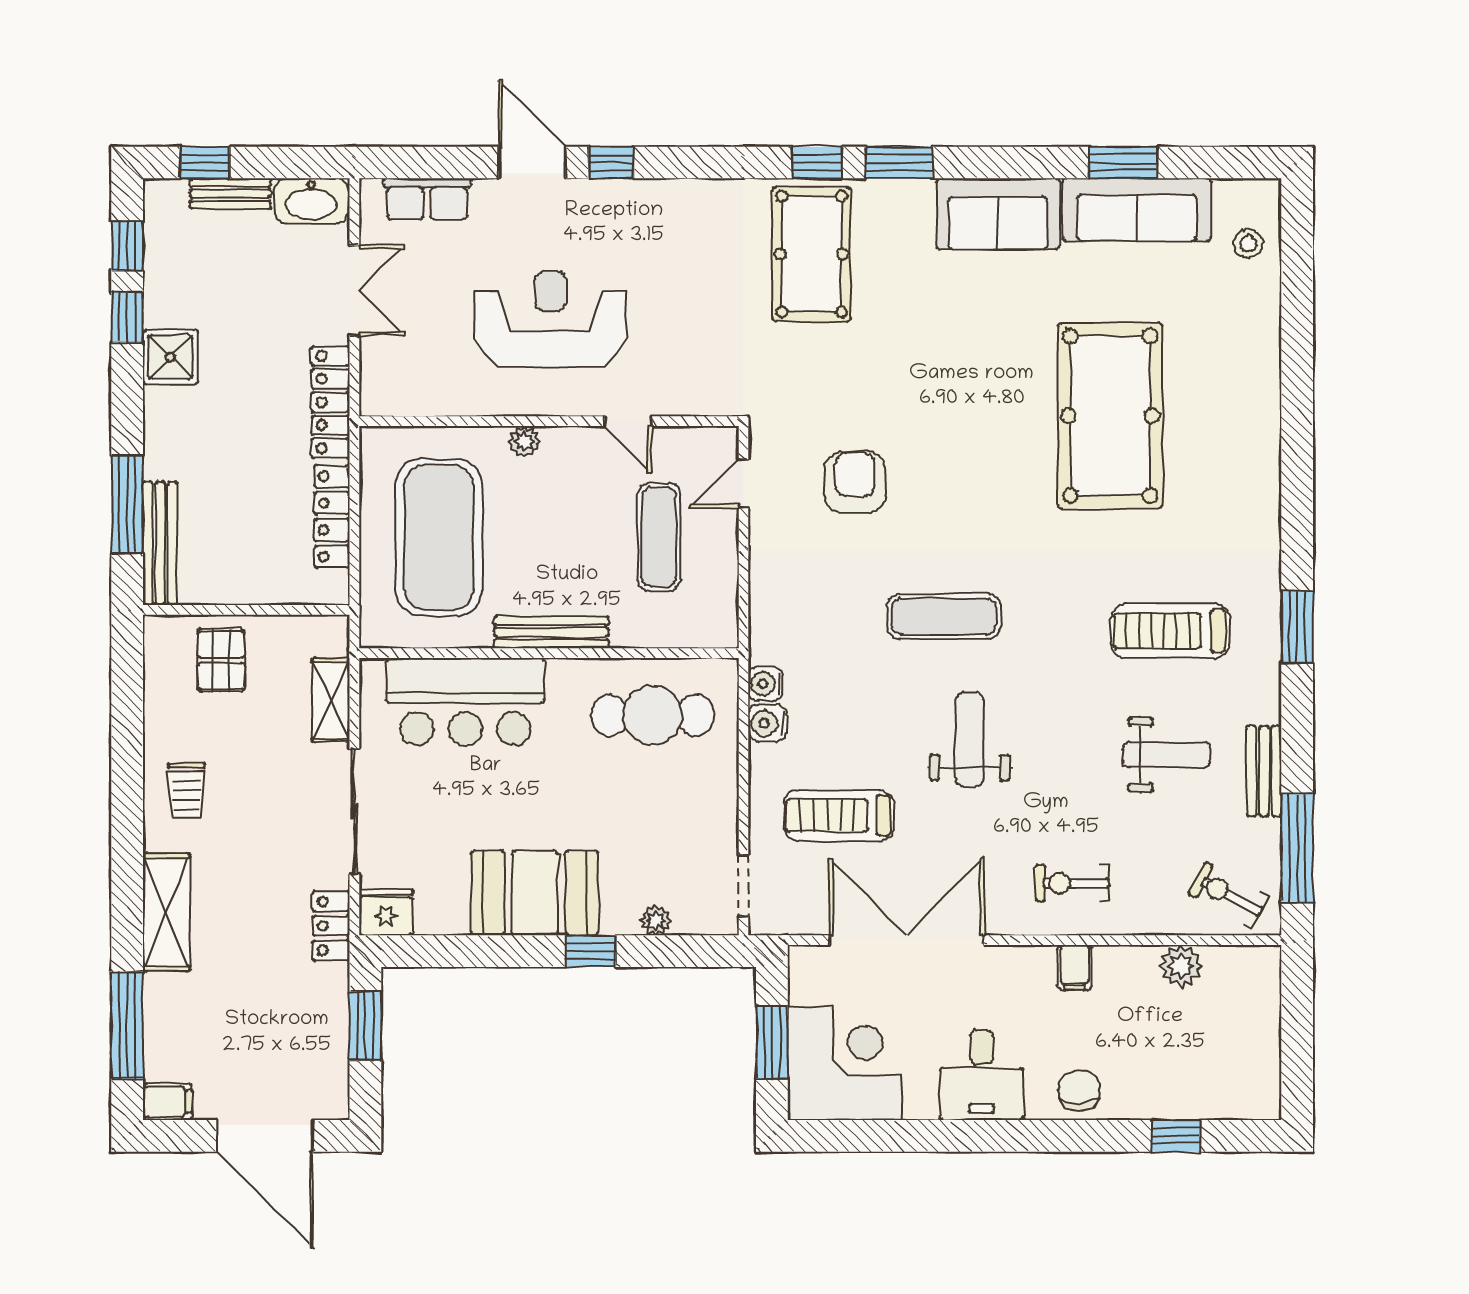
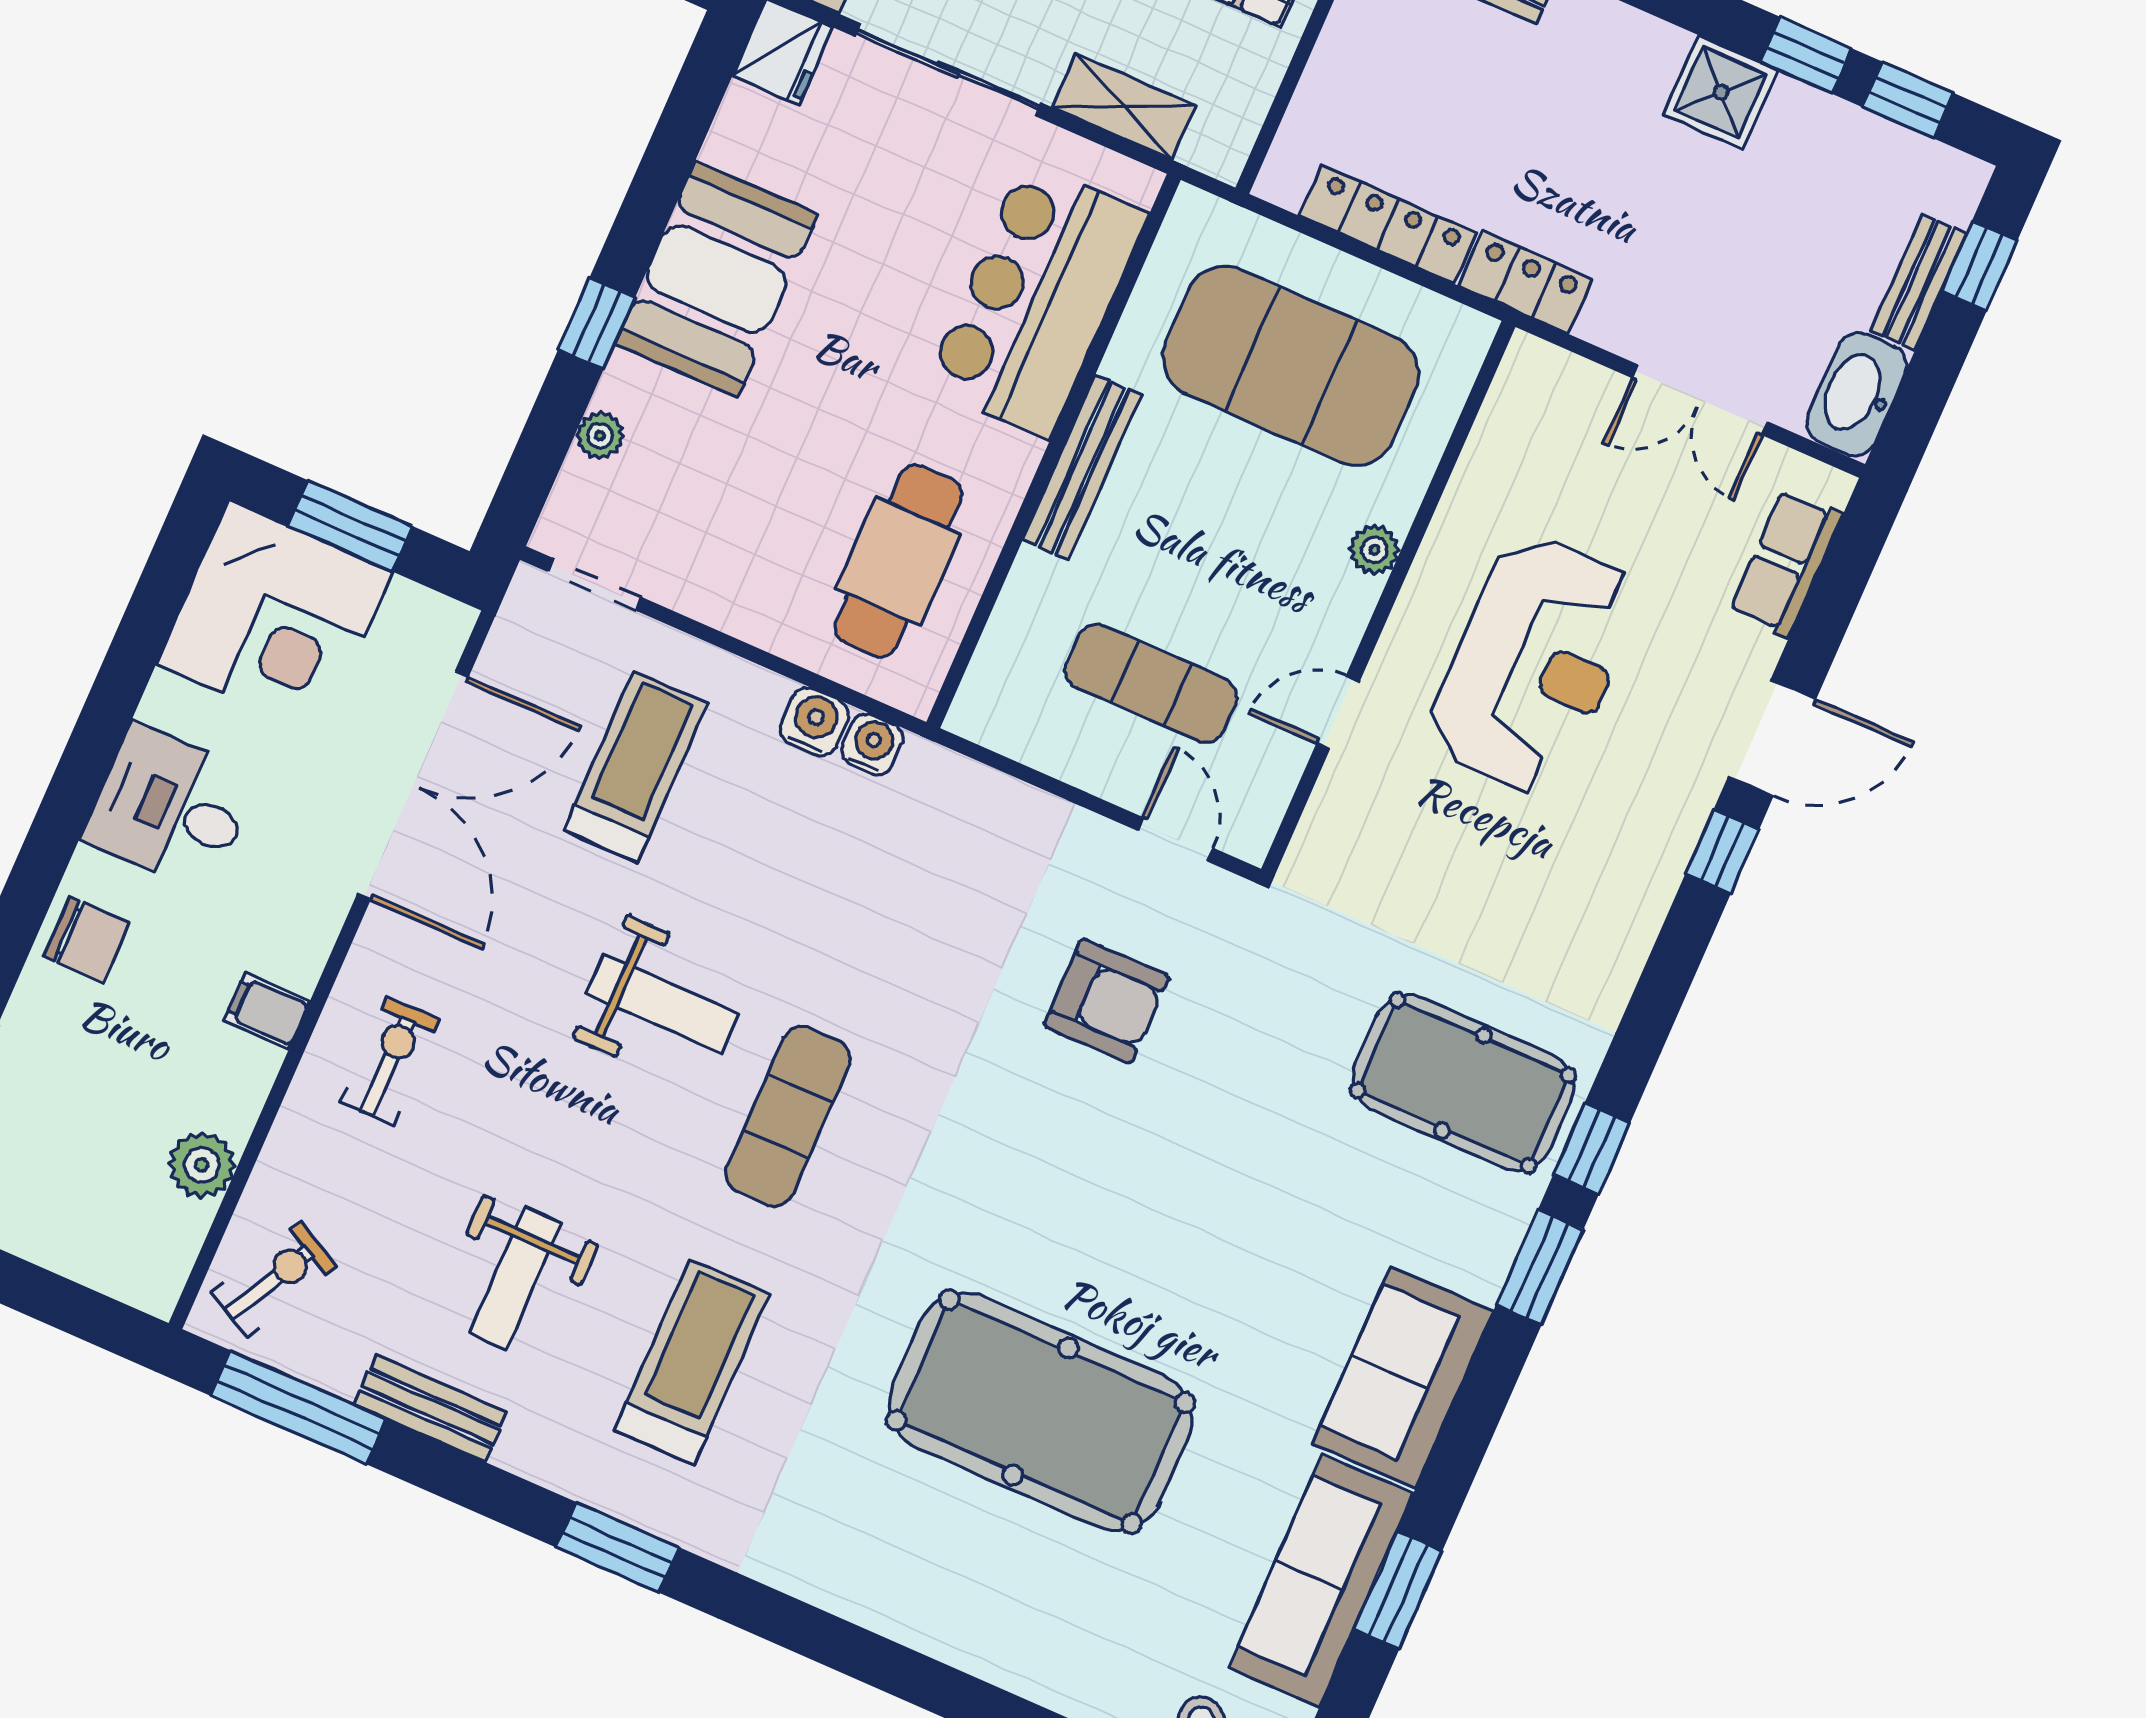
locker: (330, 402) -> (1525, 282), width x0.66
exercise mat: (944, 616) -> (788, 1116), moved

